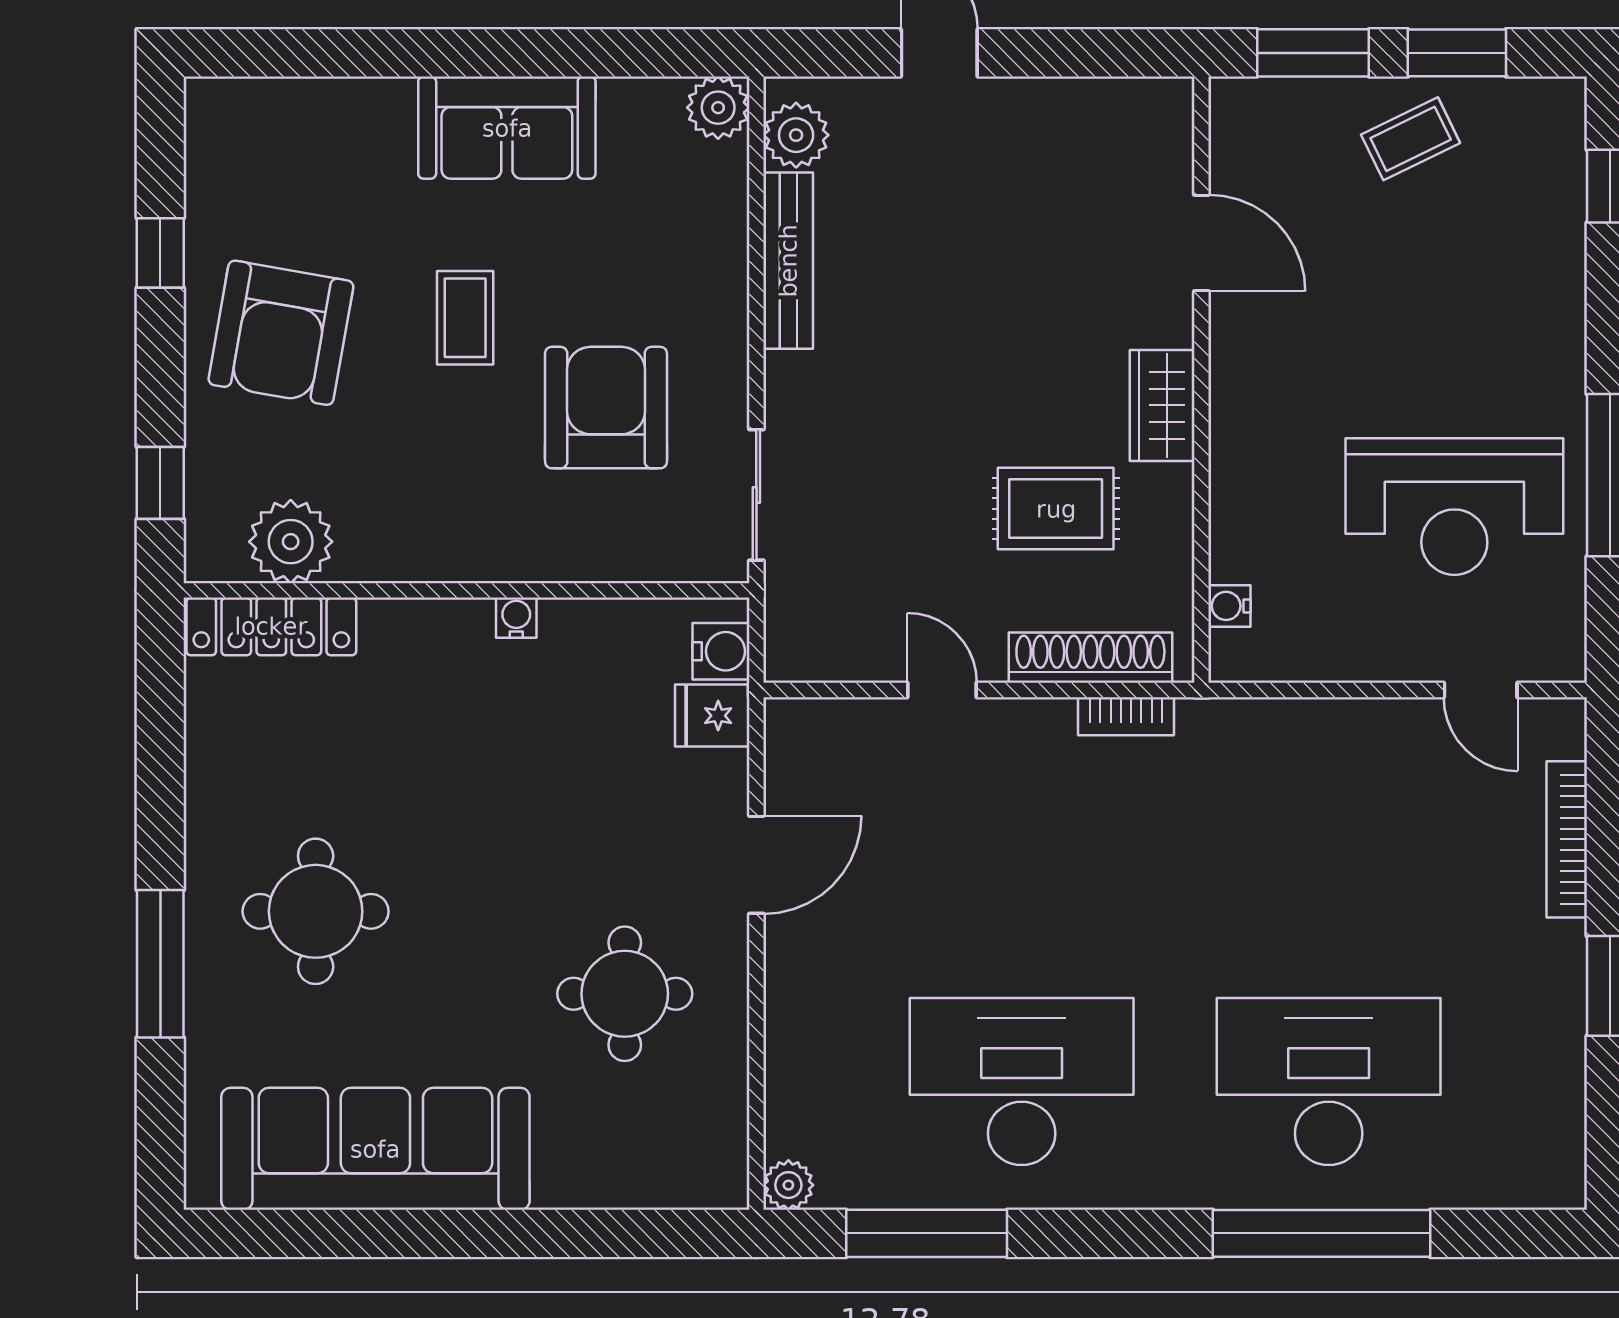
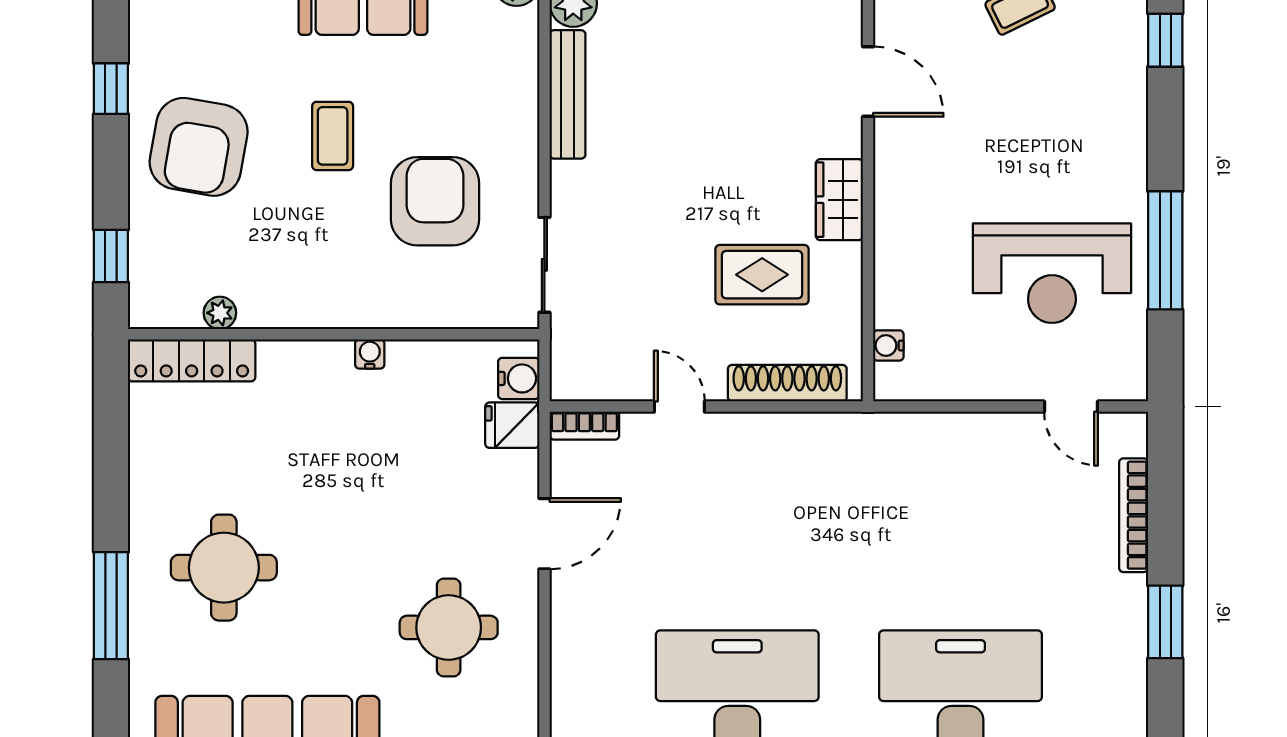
plant: (291, 542) -> (220, 313), width x0.53, depth x0.53
bookcase: (1126, 716) -> (584, 426), moved

